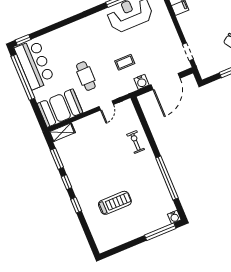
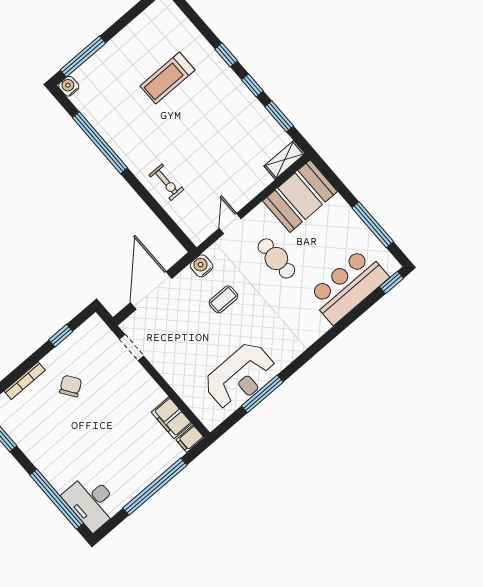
bar counter: (35, 64) -> (348, 286), moved, turned 90
window: (23, 77) -> (373, 225), width x0.68
water cooler: (141, 82) -> (201, 266), moved

